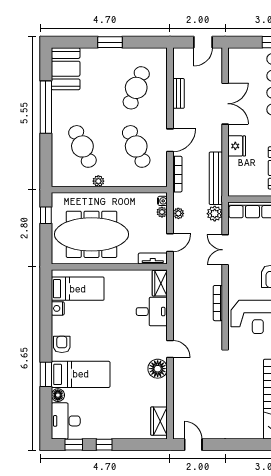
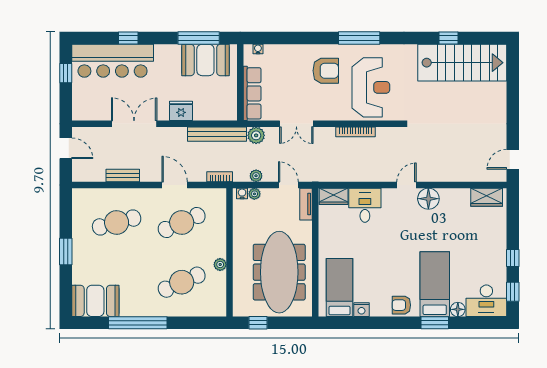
cafe table: (136, 88) -> (117, 222), turned -36
bookcase: (177, 174) -> (220, 177), width x0.64

